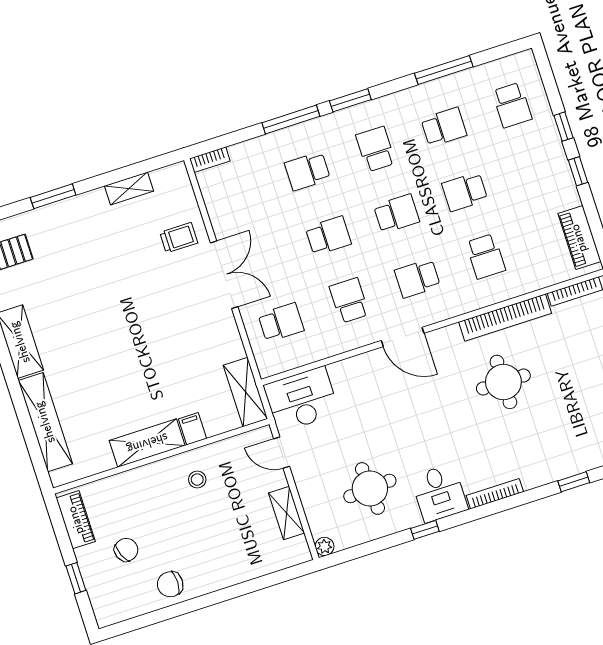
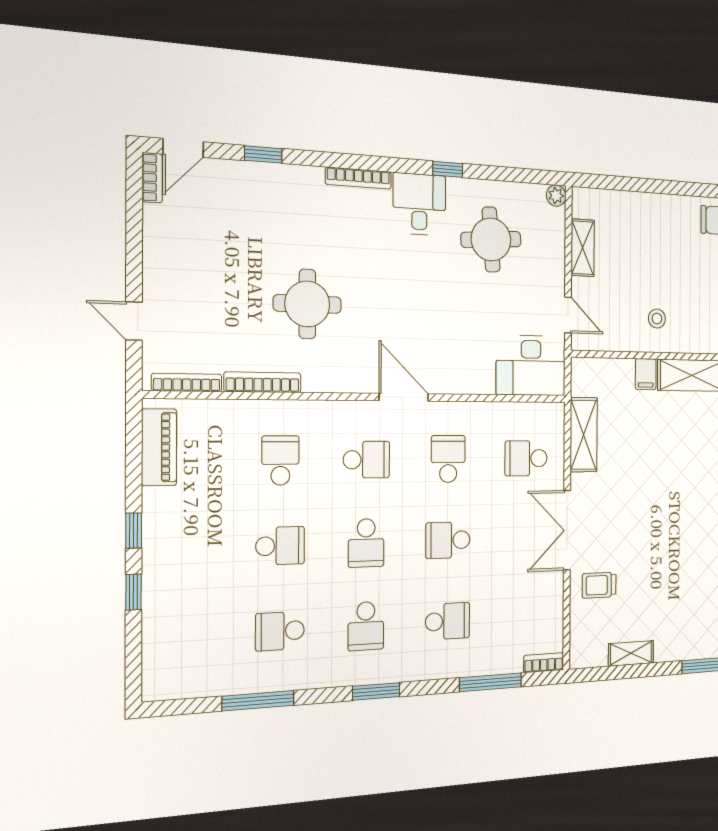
school desk: (512, 105) -> (189, 636), removed
window: (291, 119) -> (491, 682), moved
school desk: (396, 214) -> (366, 543), turned -90
school desk: (349, 300) -> (448, 459), turned 180
bookcase: (505, 318) -> (263, 382), width x0.68, depth x0.76
shelving: (245, 392) -> (584, 435), moved

